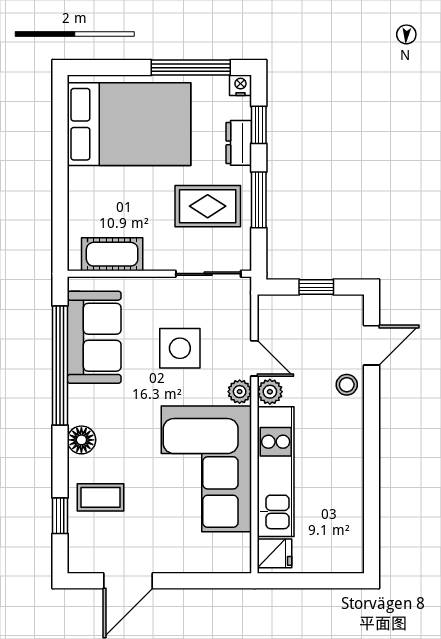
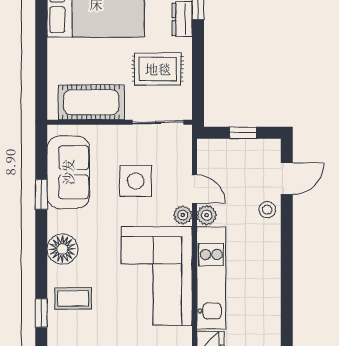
window: (259, 200) -> (198, 64), removed
cot: (112, 254) -> (91, 102), width x1.37, depth x1.34
window: (60, 365) -> (41, 194), width x0.32
floor lamp: (81, 440) -> (62, 249), width x1.38, depth x1.38

